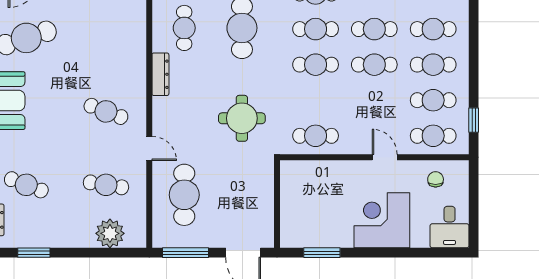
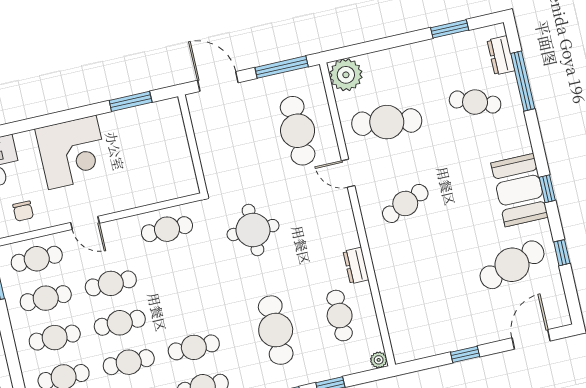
cafe table: (316, 65) -> (111, 283), moved
dresser: (160, 74) -> (356, 266), width x0.70
cafe table: (106, 111) -> (405, 203), turned -45
cafe table: (106, 185) -> (387, 122), width x1.37, depth x1.35
plant: (110, 233) -> (346, 75), moved

